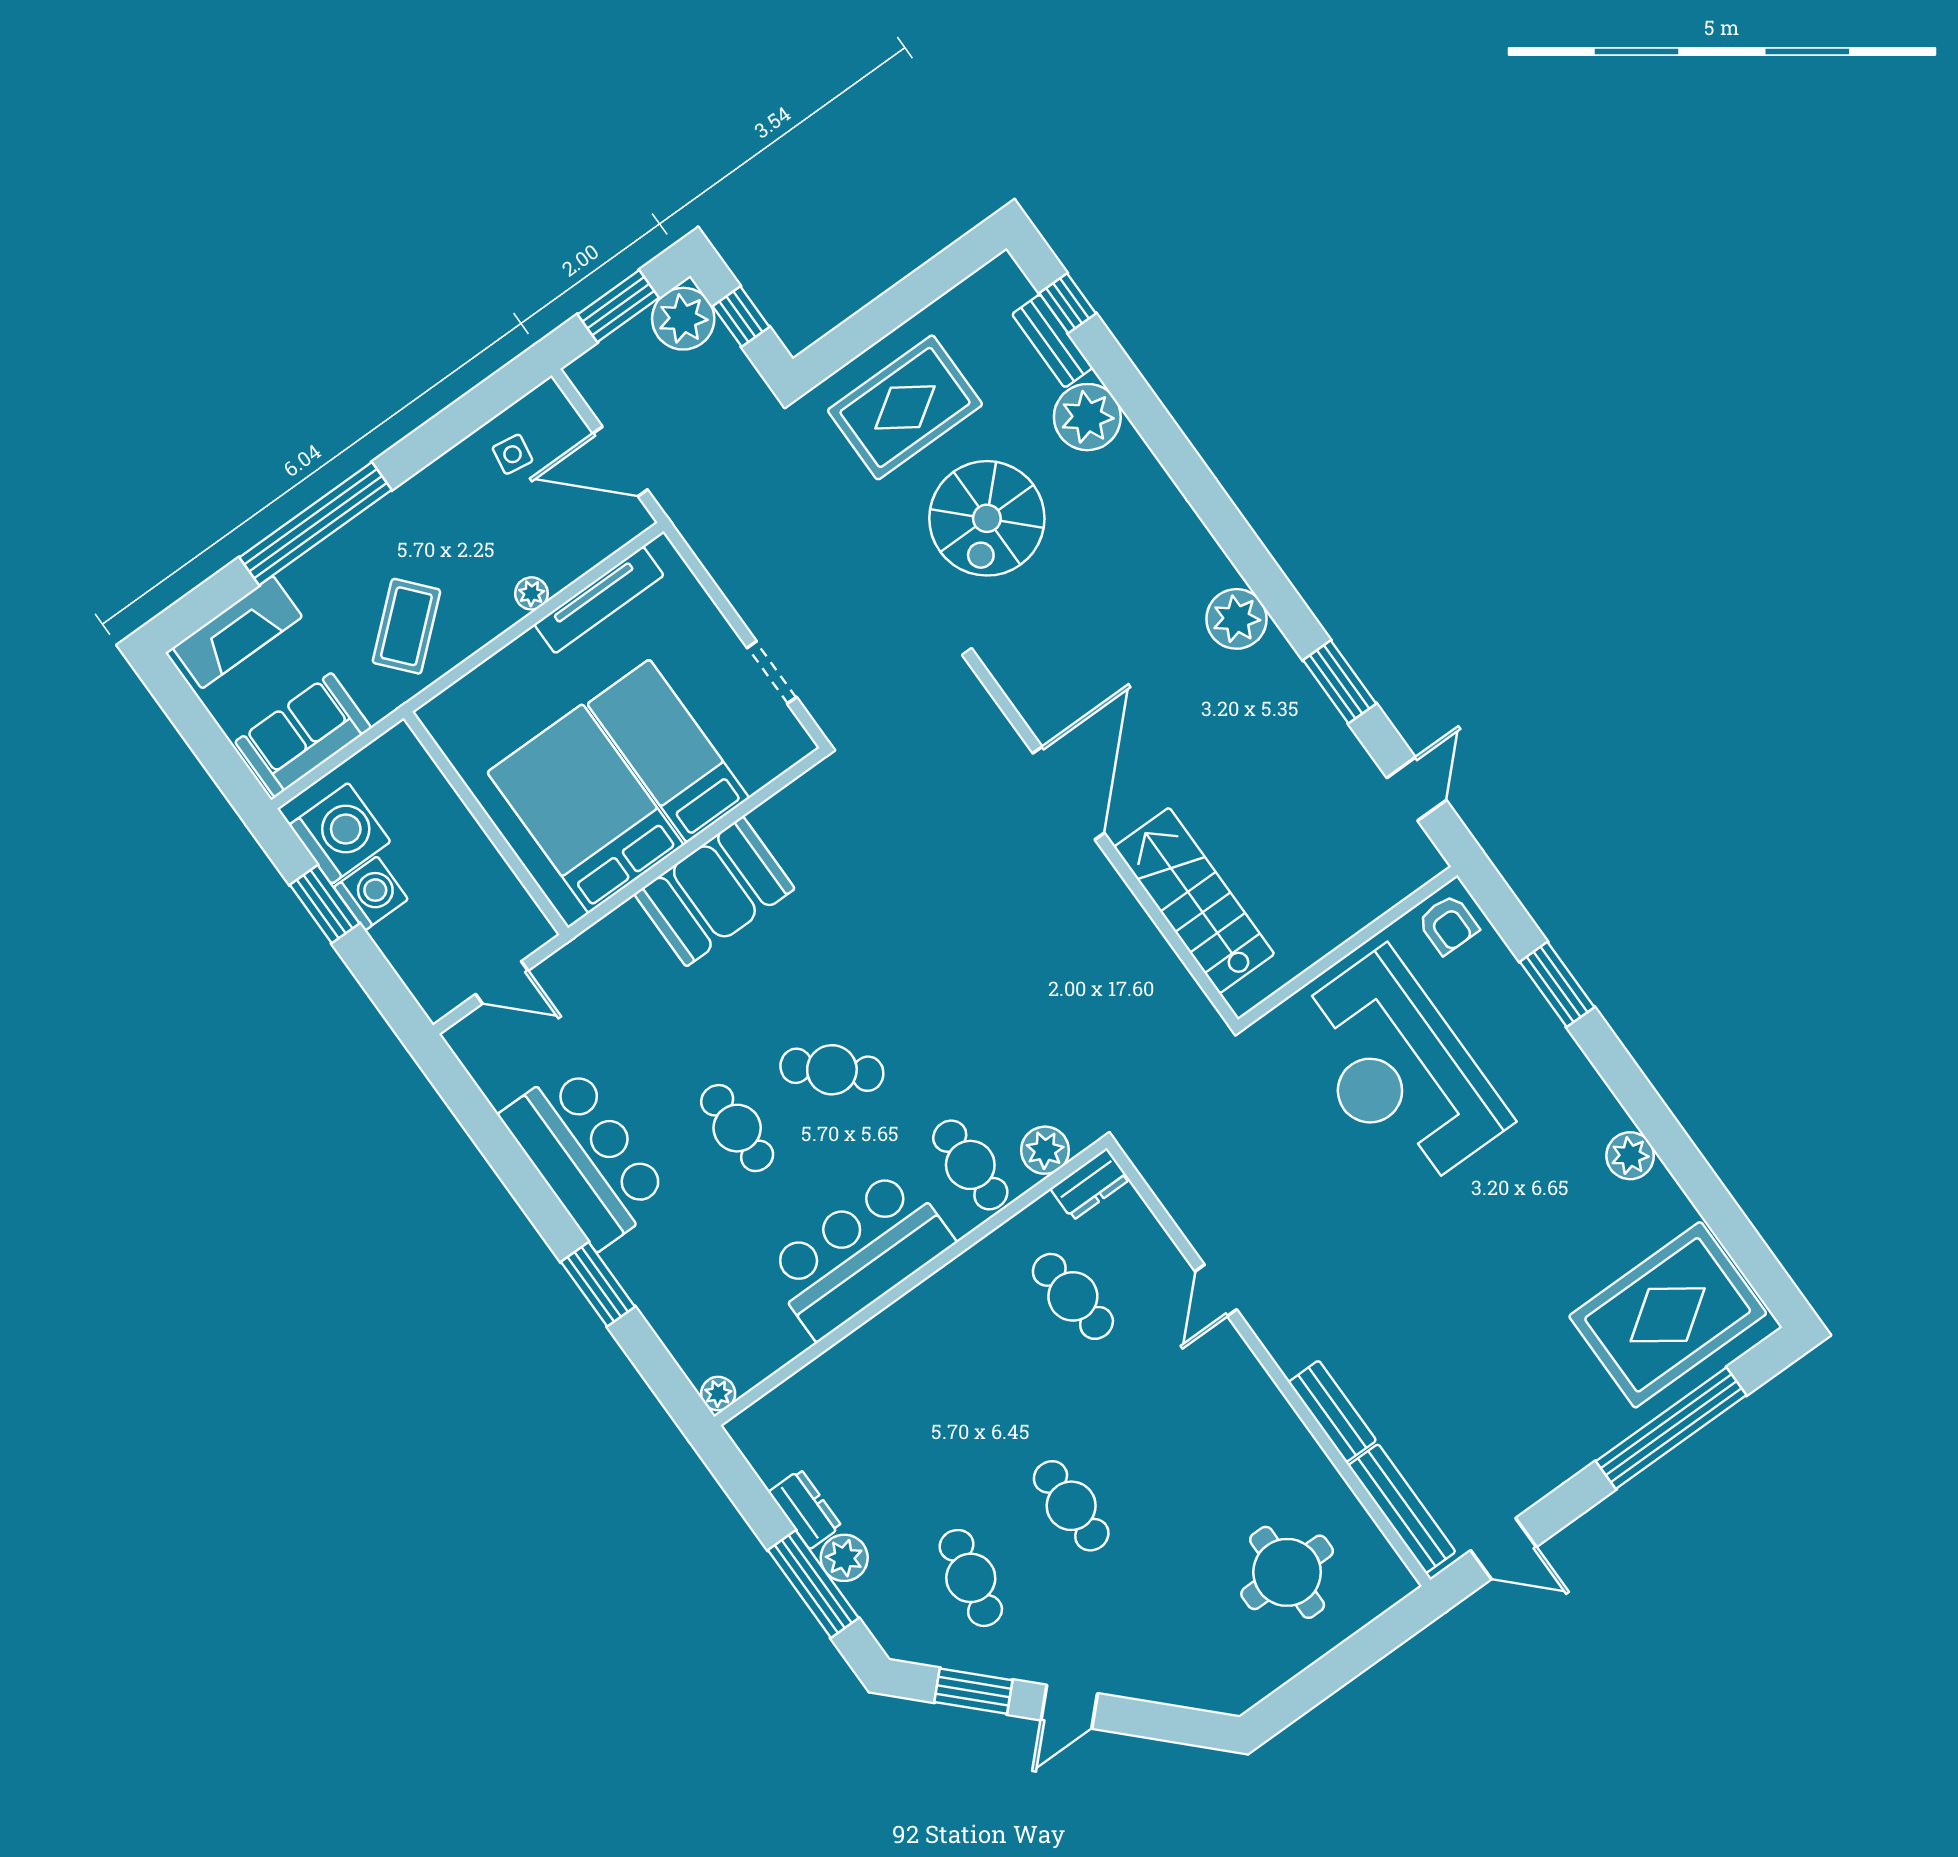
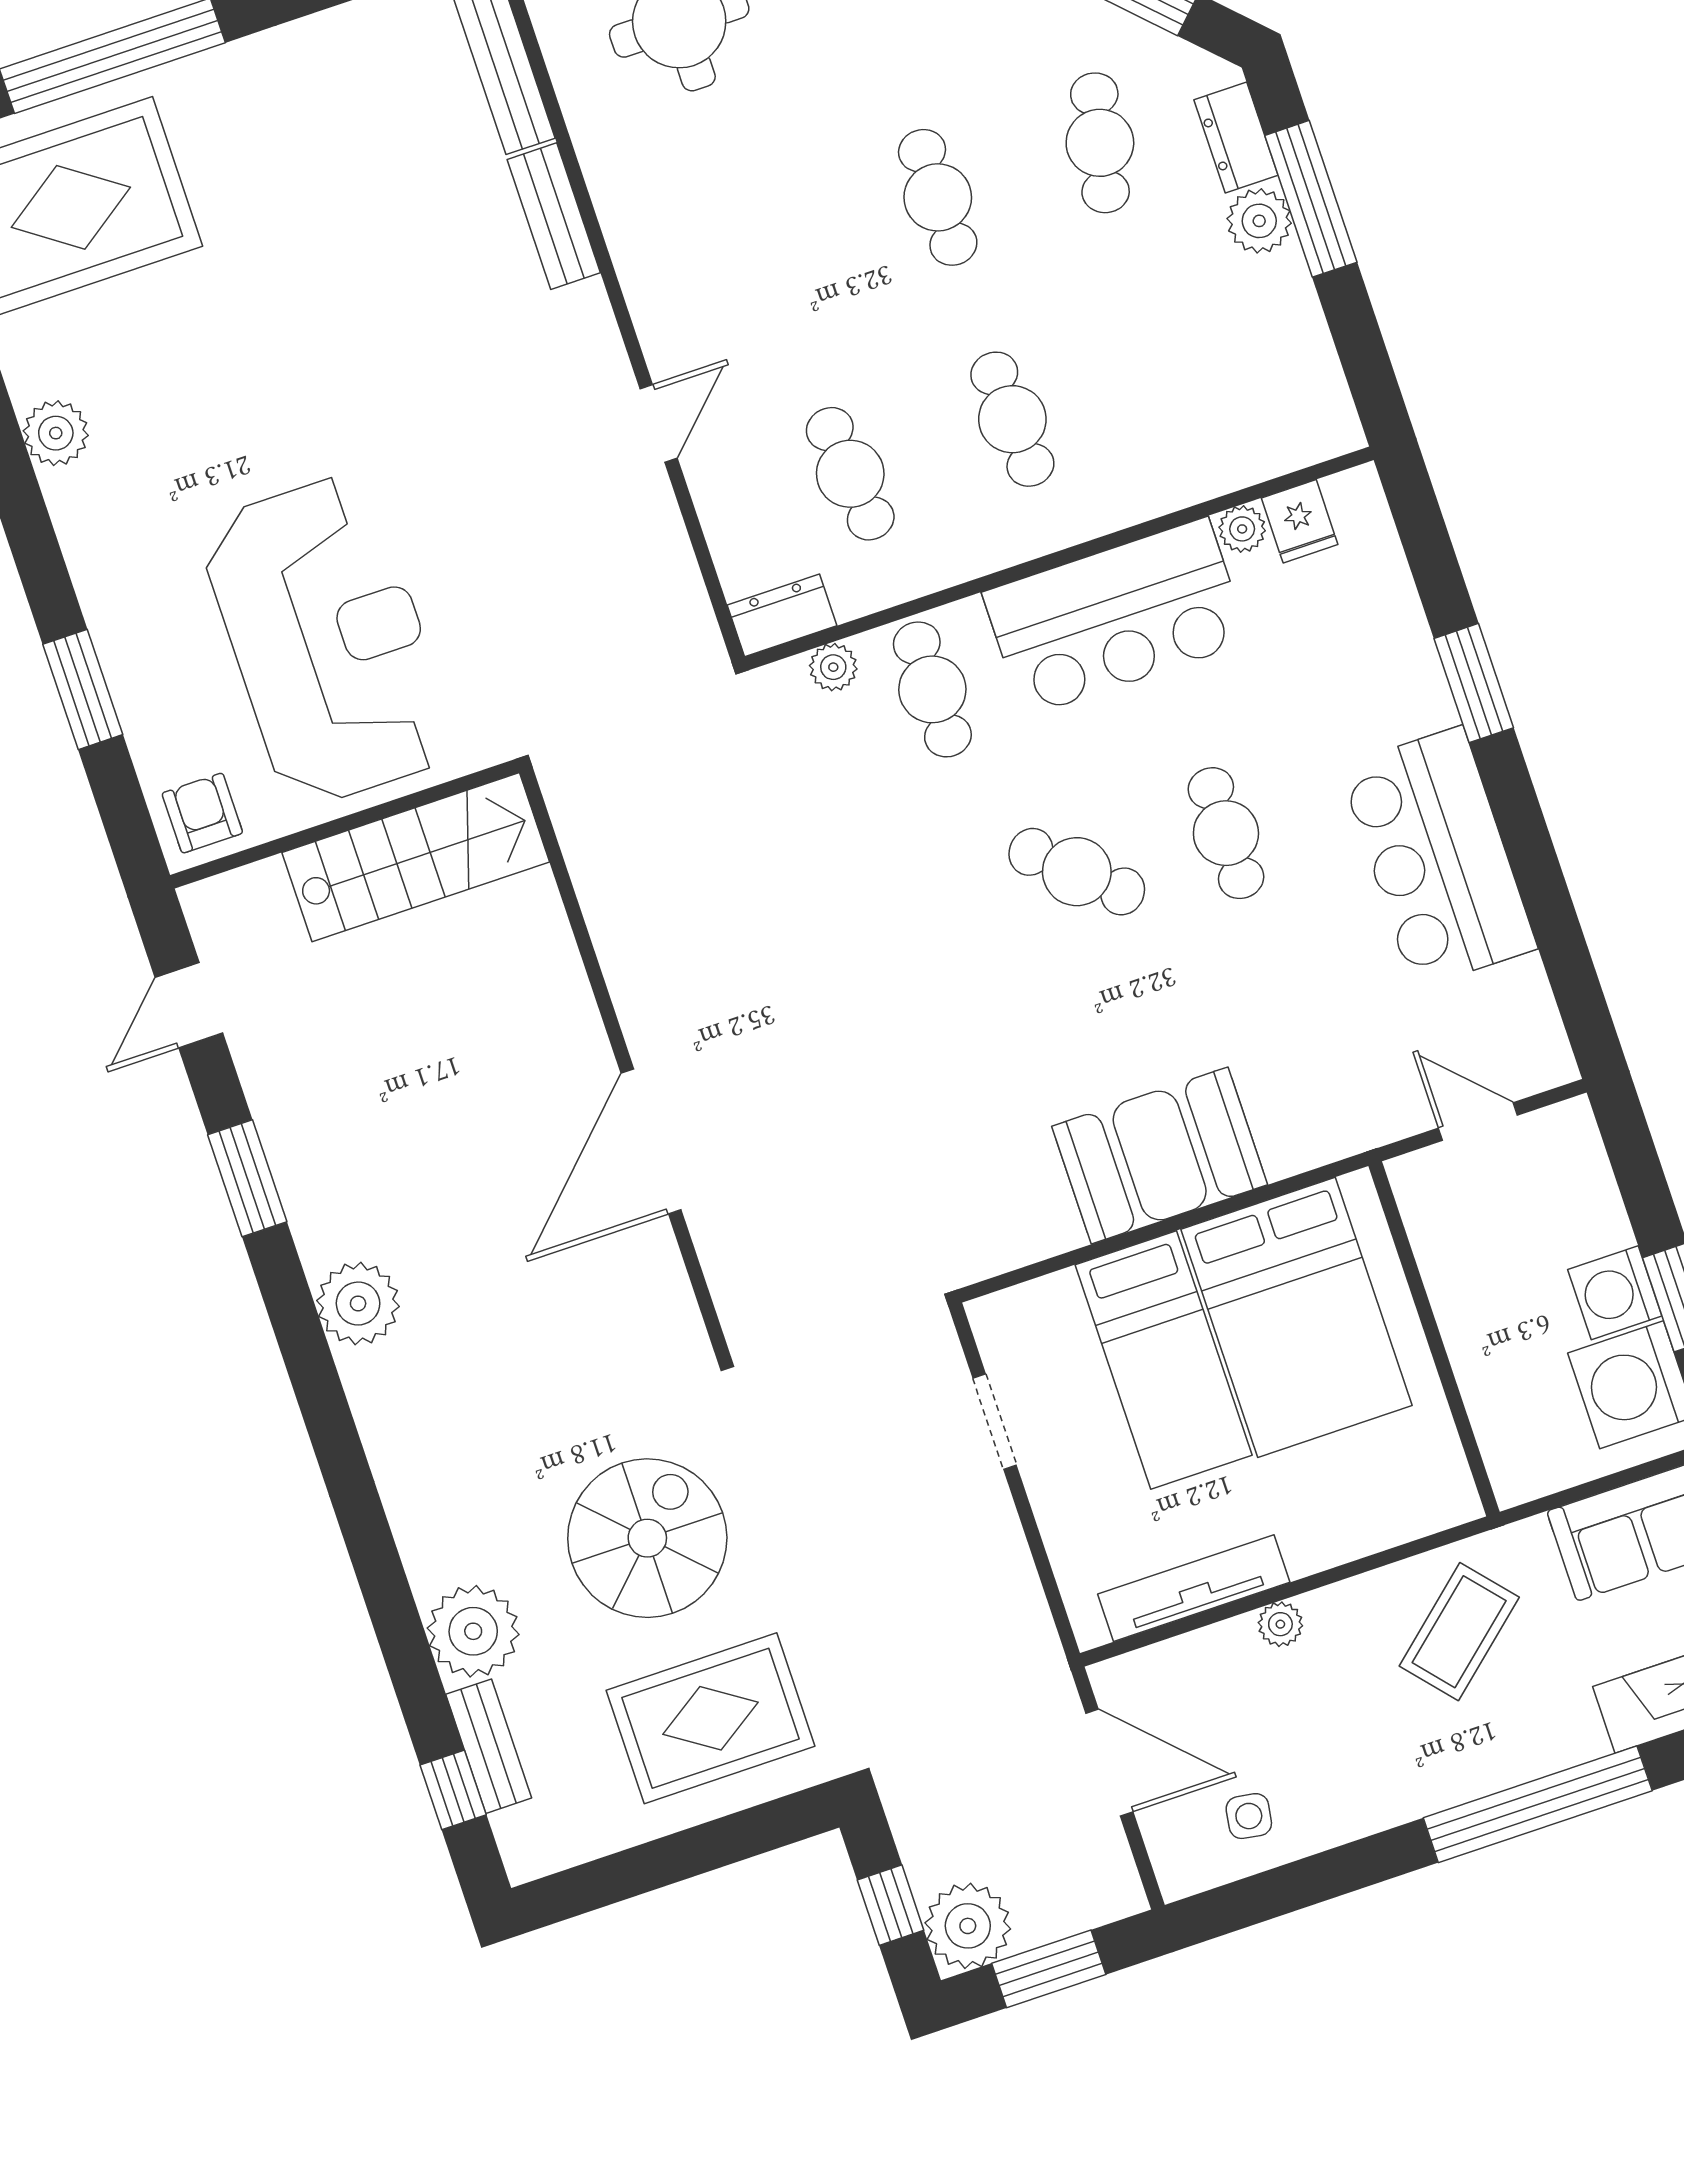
stairs: (1194, 901) -> (416, 857), moved, turned -90
plant: (1045, 1150) -> (833, 667), width x0.73, depth x0.73
fridge: (752, 1359) -> (1300, 521), added
cafe table: (973, 1369) -> (1012, 419), added
plant: (718, 1394) -> (1242, 529), moved
dresser: (805, 1509) -> (1236, 138), moved

